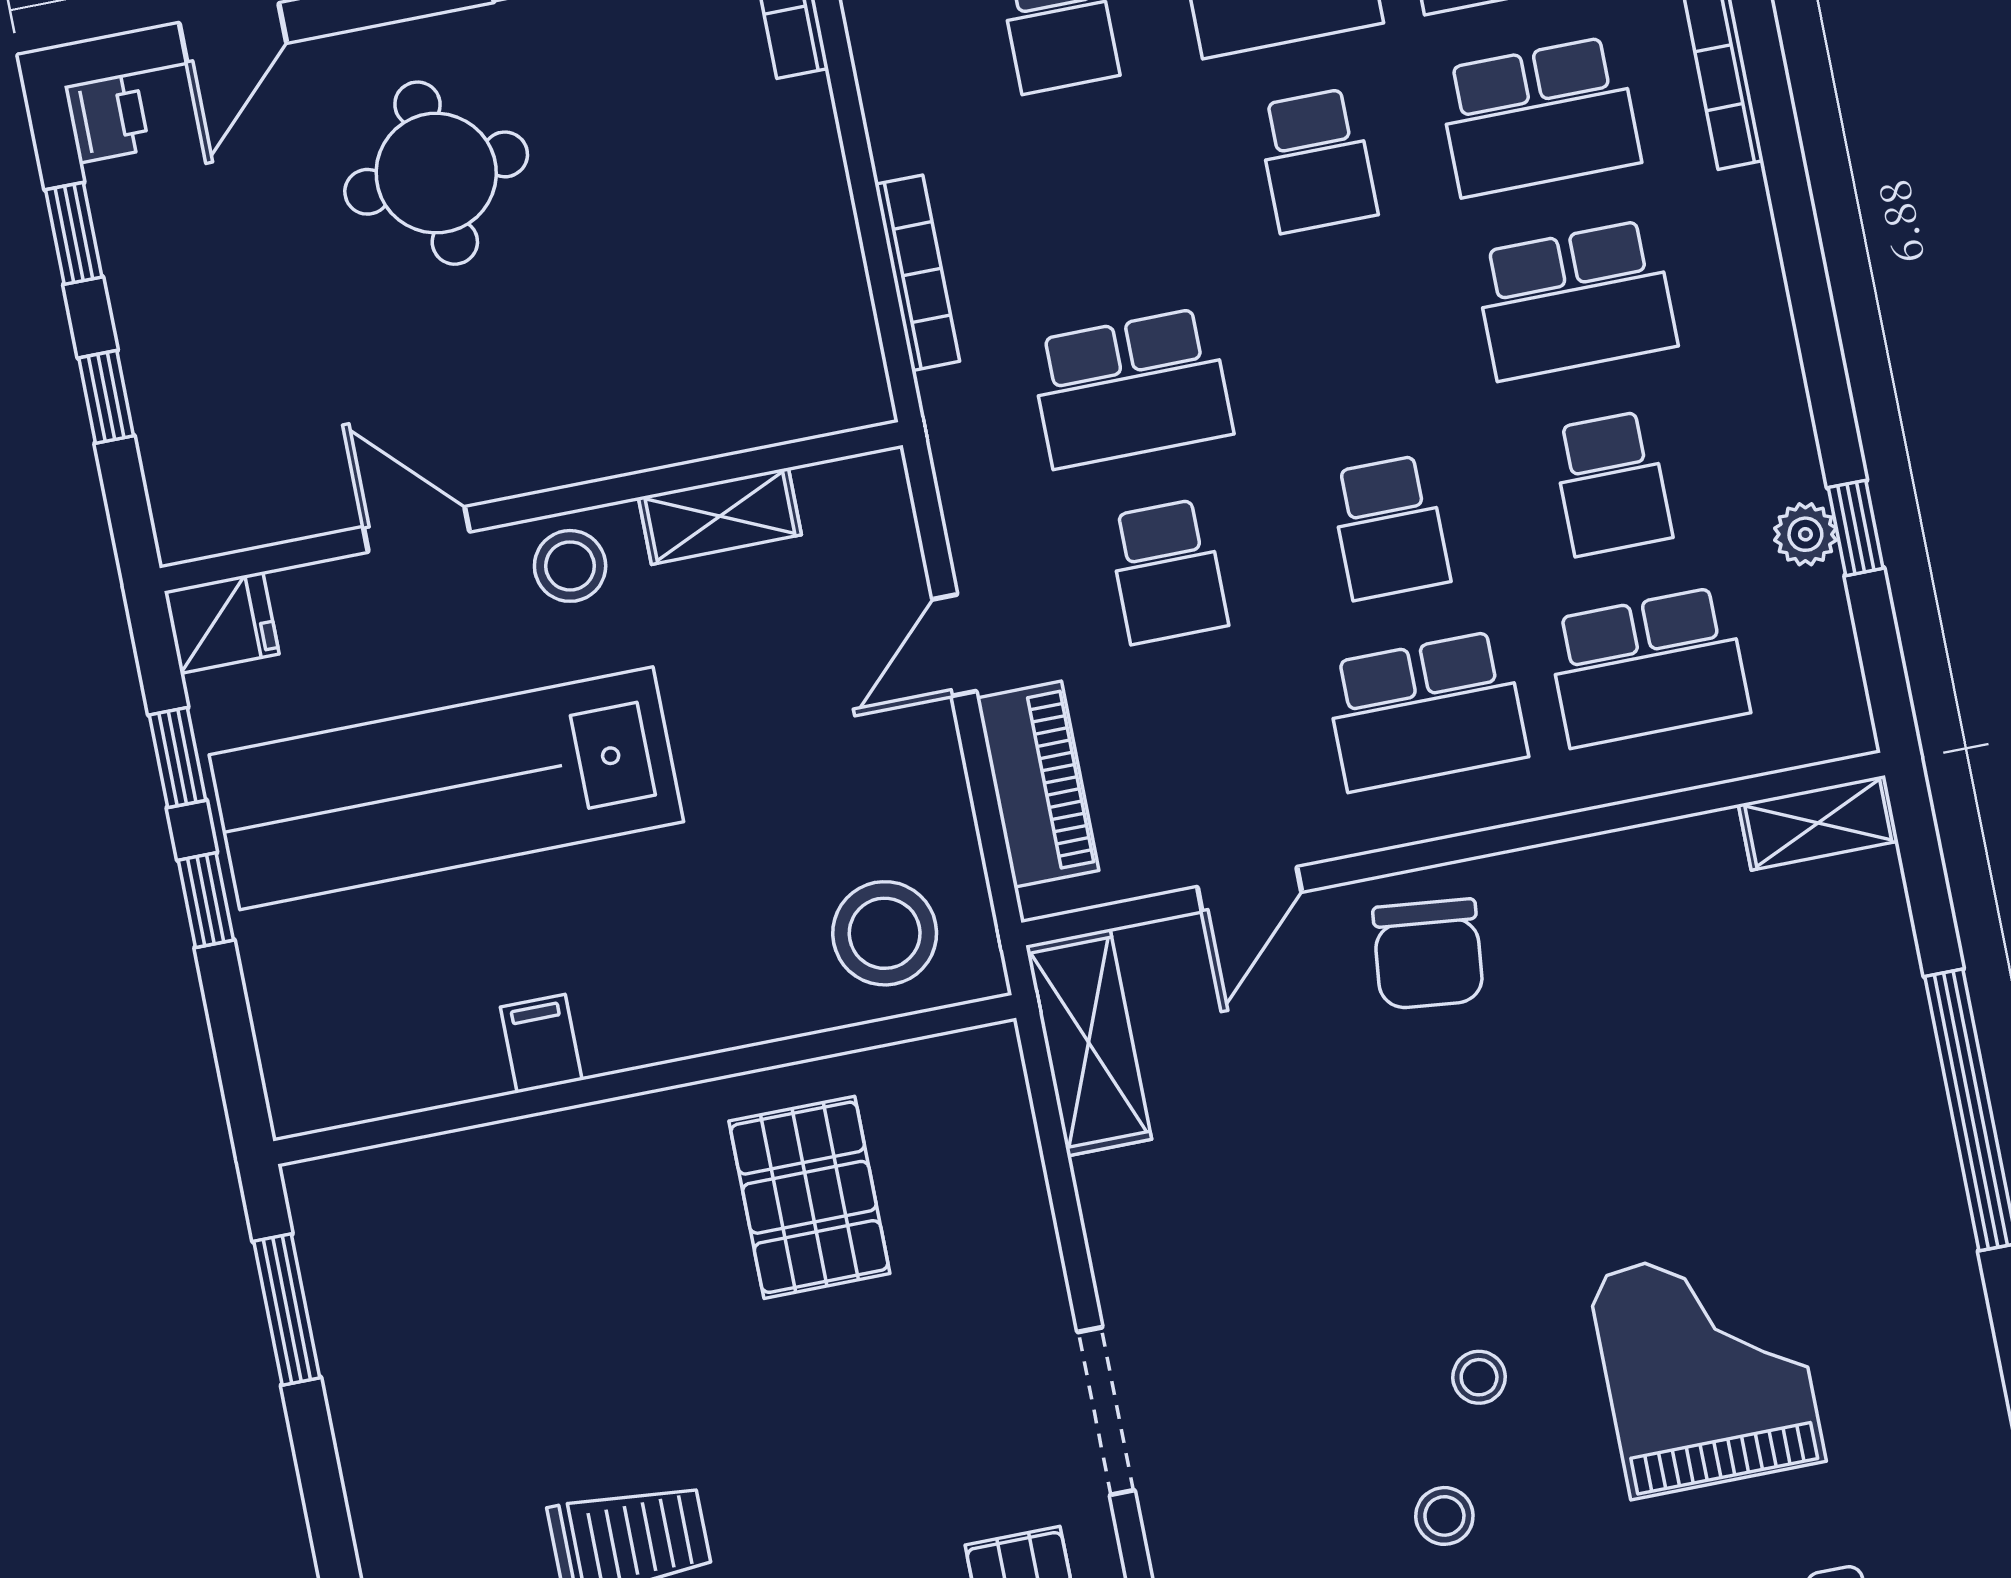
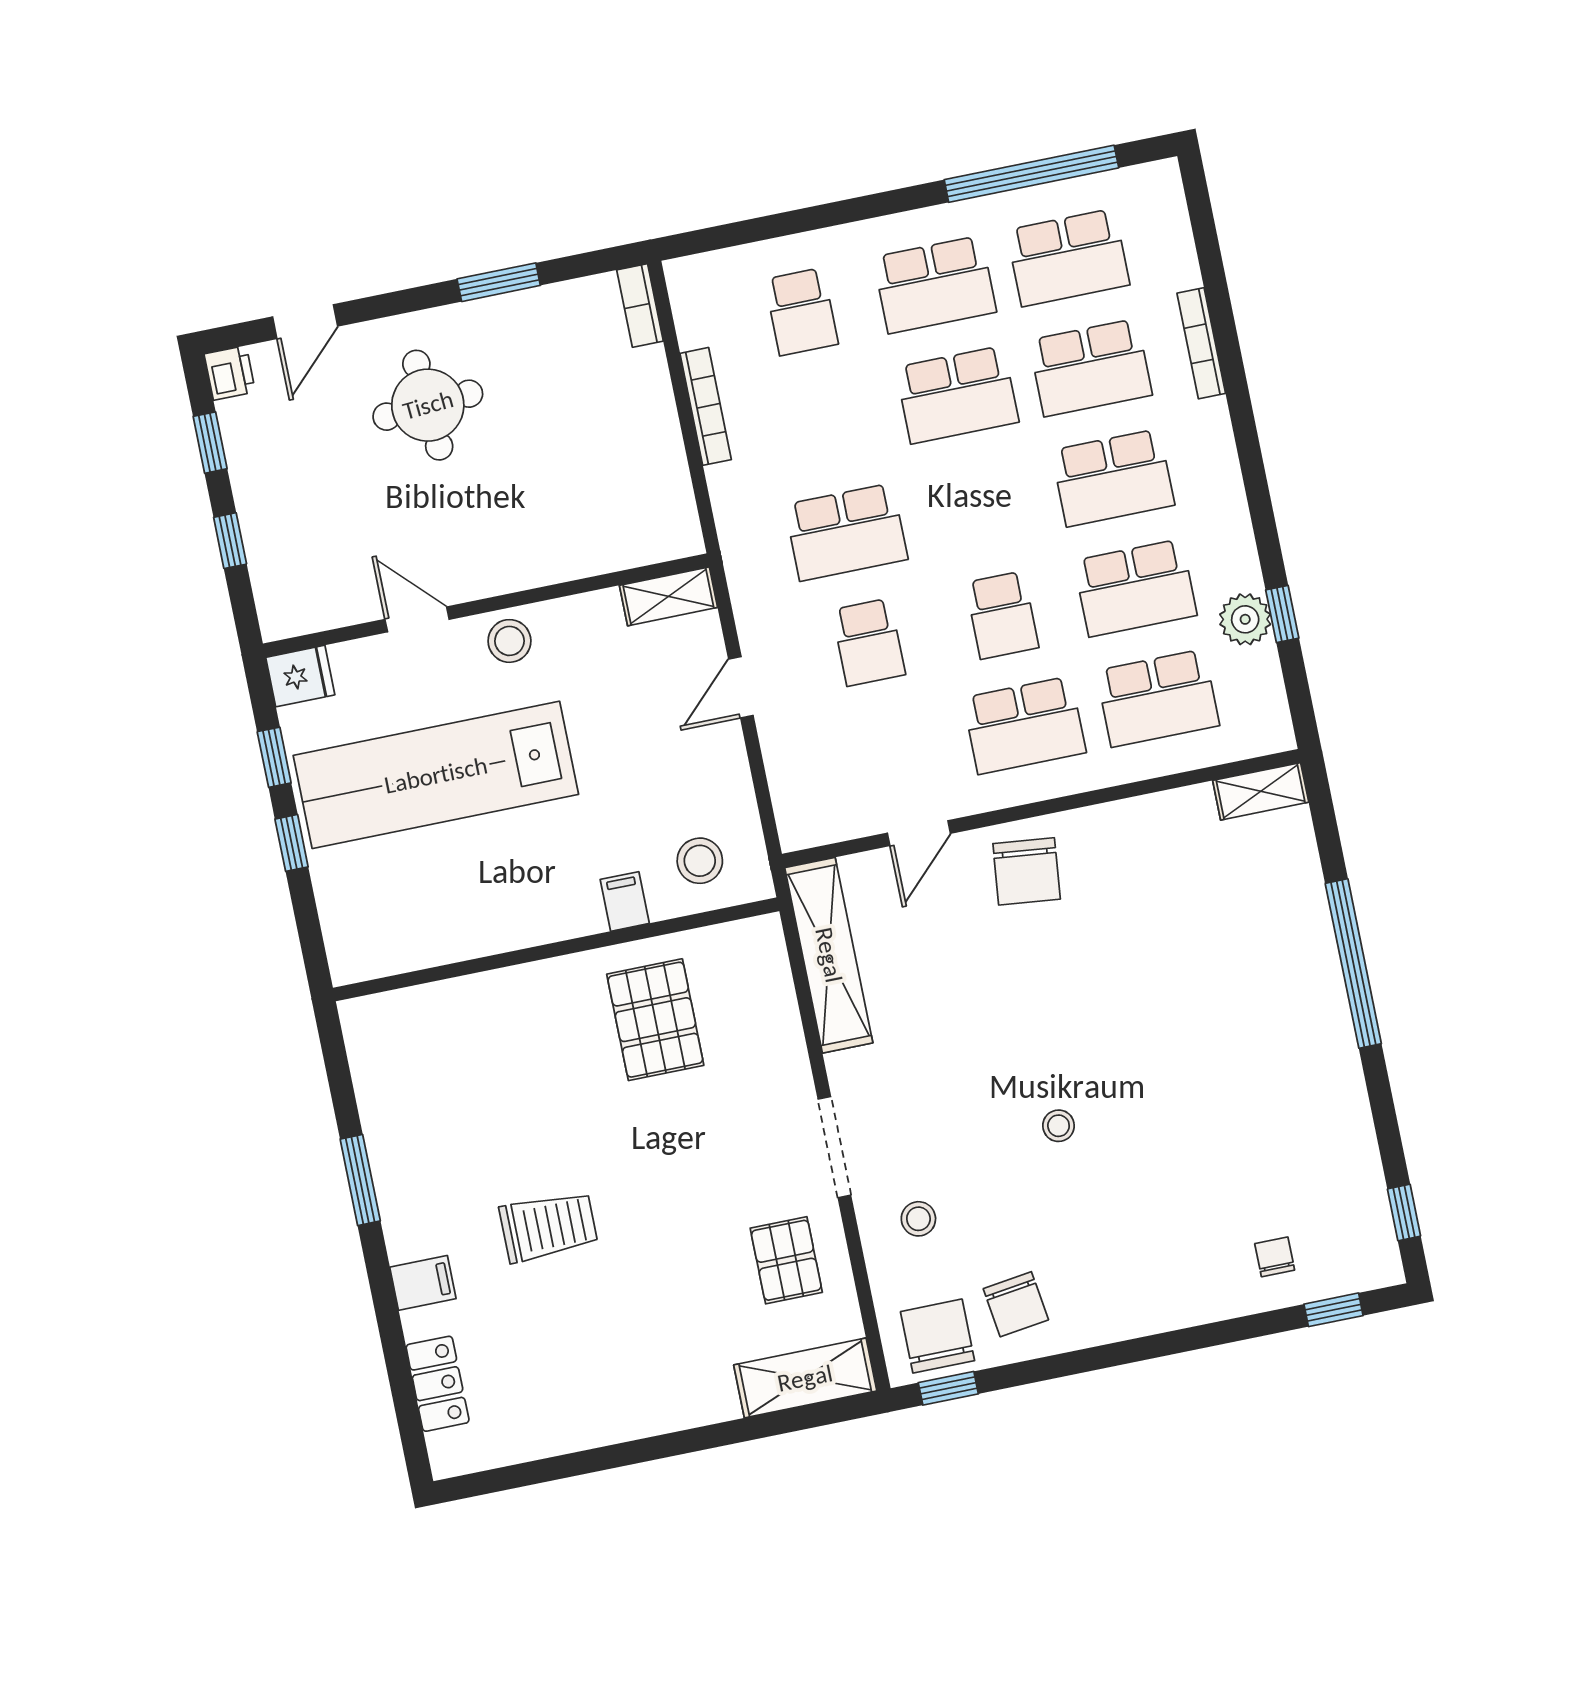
school desk: (1317, 160) -> (957, 395), width x1.85
bookcase: (917, 273) -> (706, 406), moved
school desk: (1611, 483) -> (1135, 588), width x1.85
shelving: (720, 516) -> (668, 596), moved
plant: (1805, 534) -> (1245, 619), width x1.38, depth x1.38
piano: (1038, 784) -> (791, 771), removed
stool: (885, 933) -> (700, 861), width x0.73, depth x0.73
shelving: (1089, 1042) -> (829, 955), width x1.47
filing cabinet: (541, 1044) -> (625, 901), moved
window: (287, 1309) -> (360, 1180), moved
grand piano: (1706, 1368) -> (1195, 1120), removed
stool: (1444, 1516) -> (918, 1219), moved

